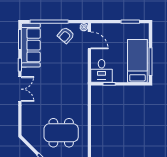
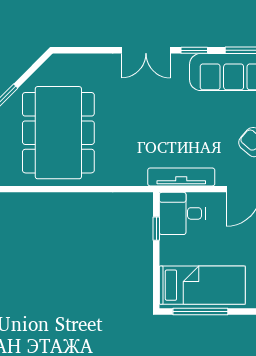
tv unit: (83, 71) -> (181, 177), added
dining table: (61, 133) -> (58, 133), width x1.36, depth x1.24

